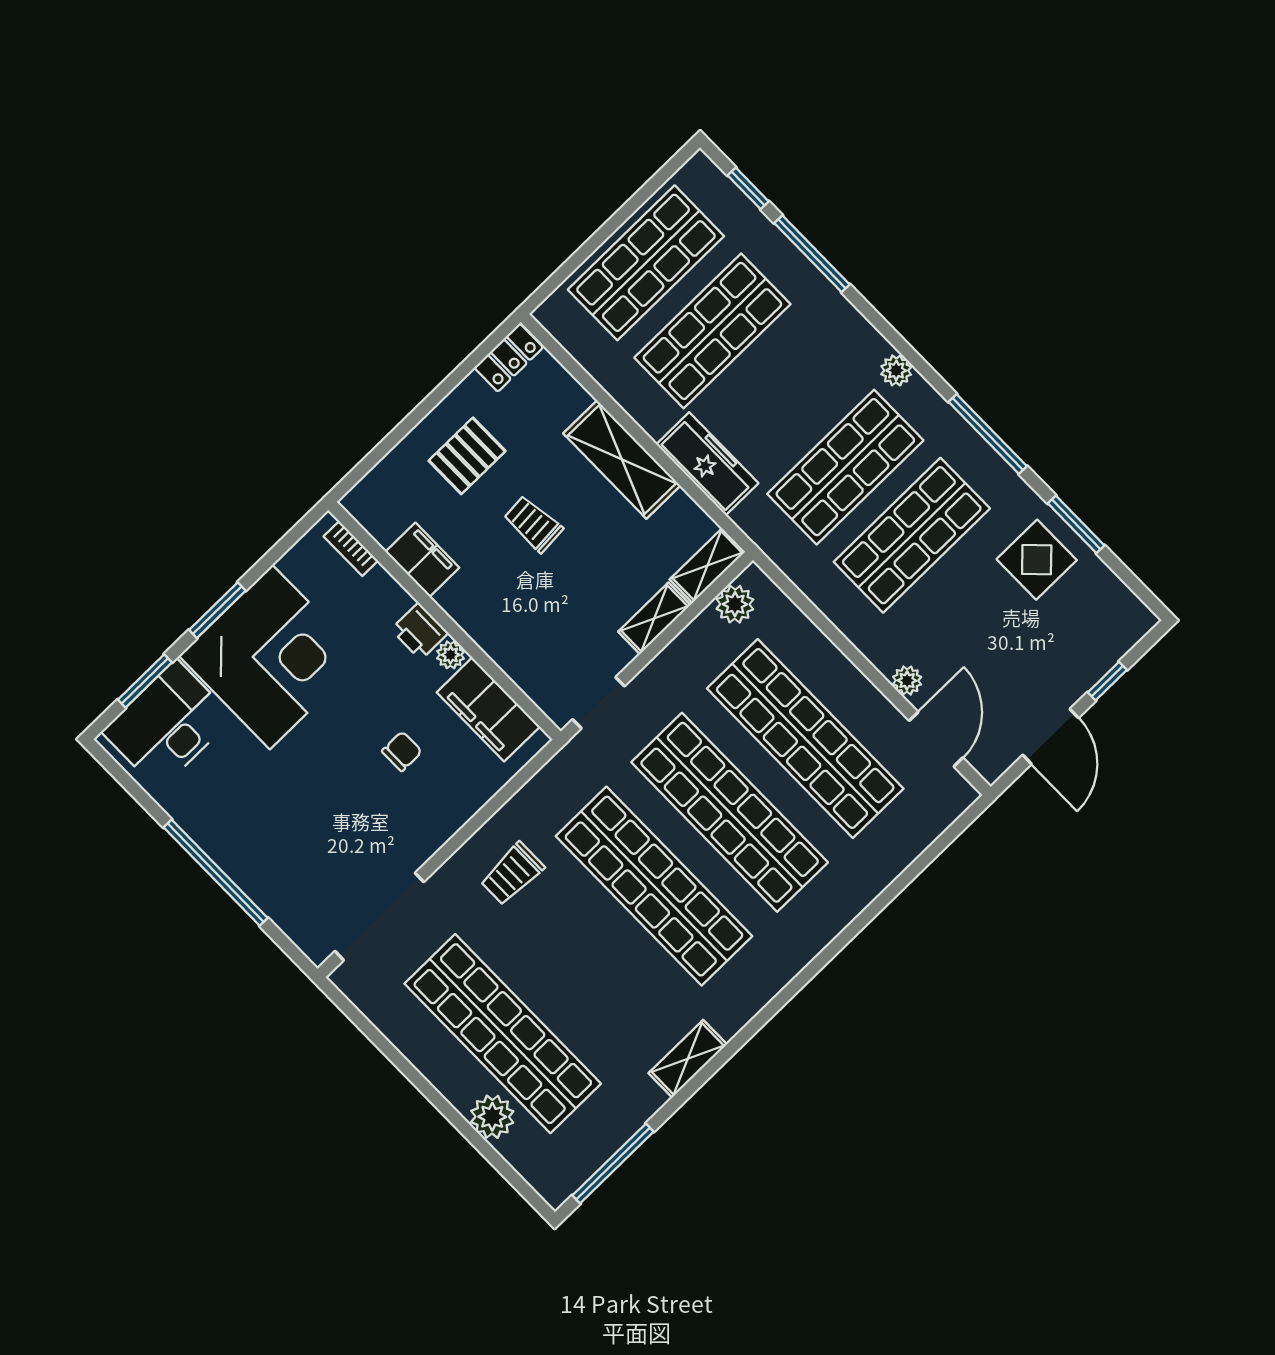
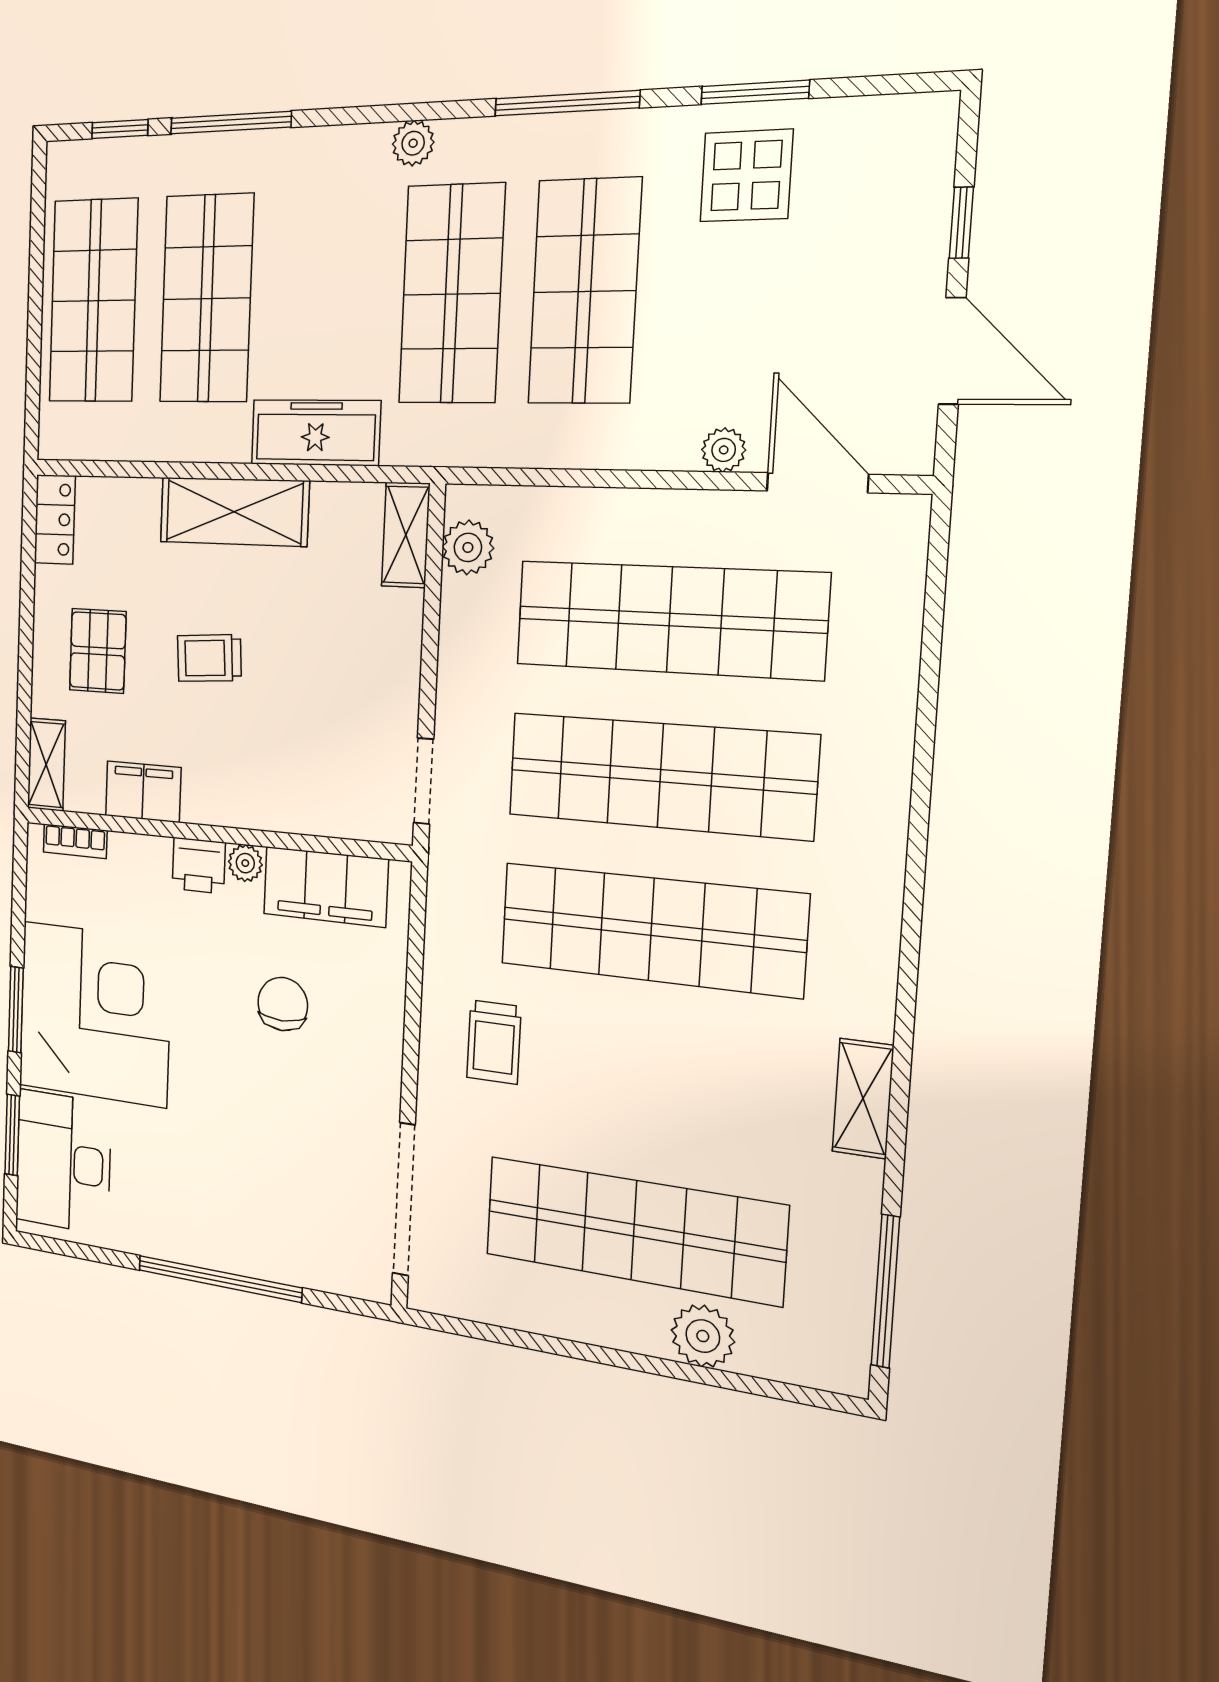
shelving: (654, 618) -> (46, 765), moved
chair: (402, 751) -> (283, 1004), width x1.37, depth x1.37

